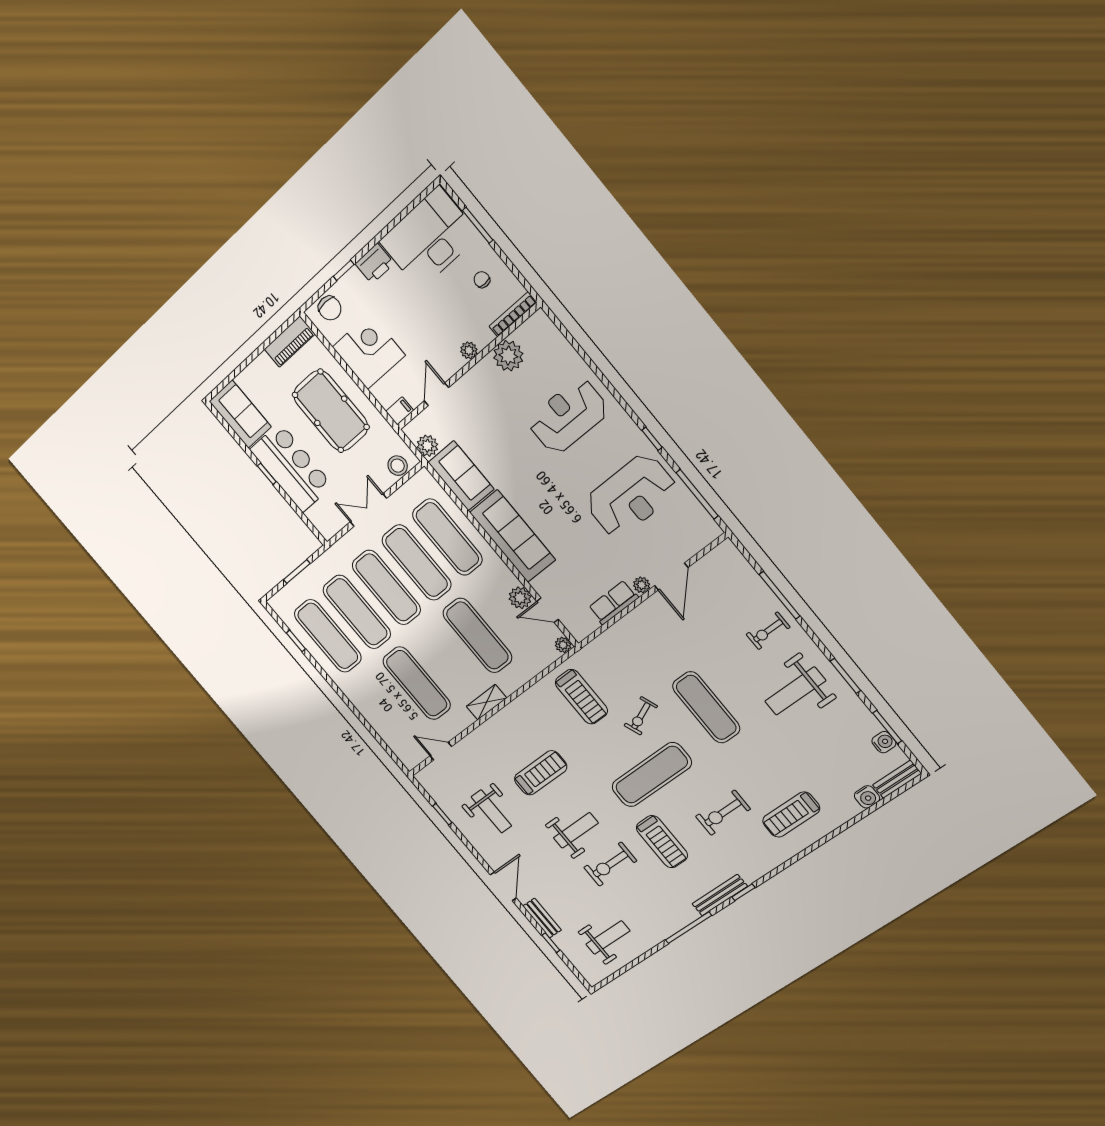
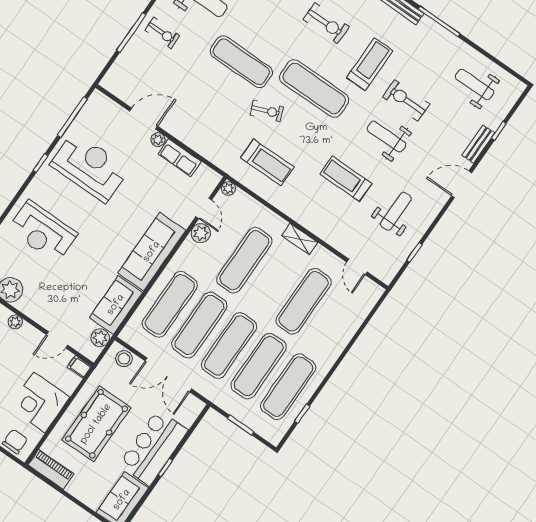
double door: (368, 510) -> (168, 375), width x1.37
treadmill: (581, 697) -> (267, 162), turned 90
exercise mat: (706, 707) -> (241, 62), turned 90
exercise bike: (610, 864) -> (406, 100), turned 180

